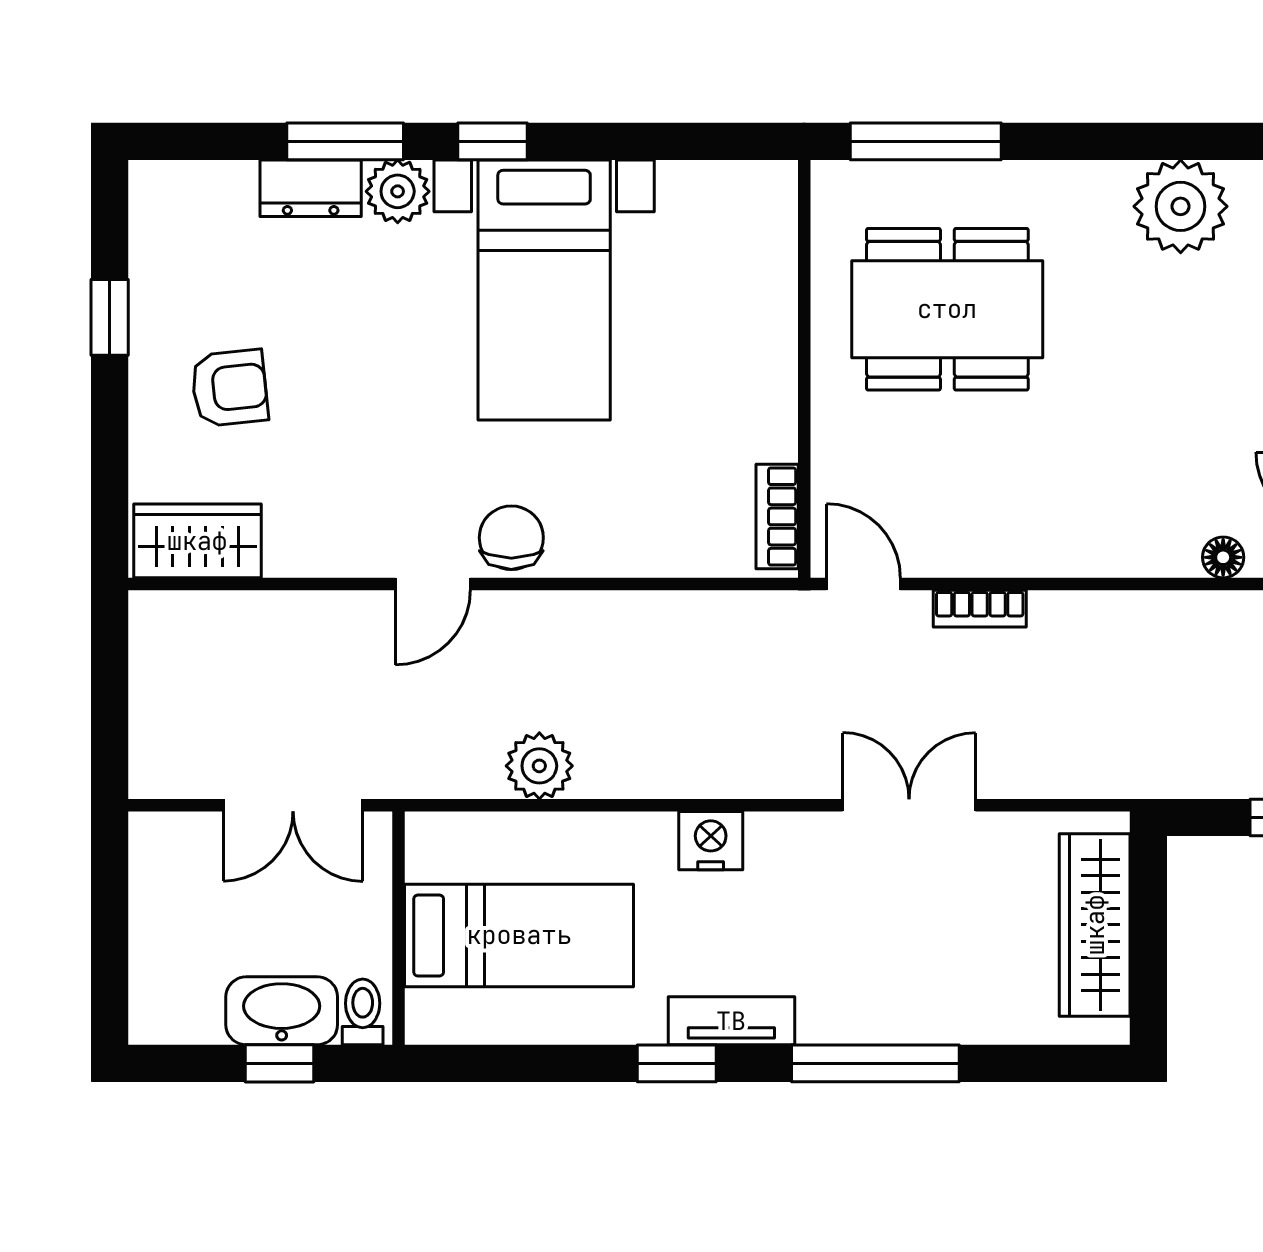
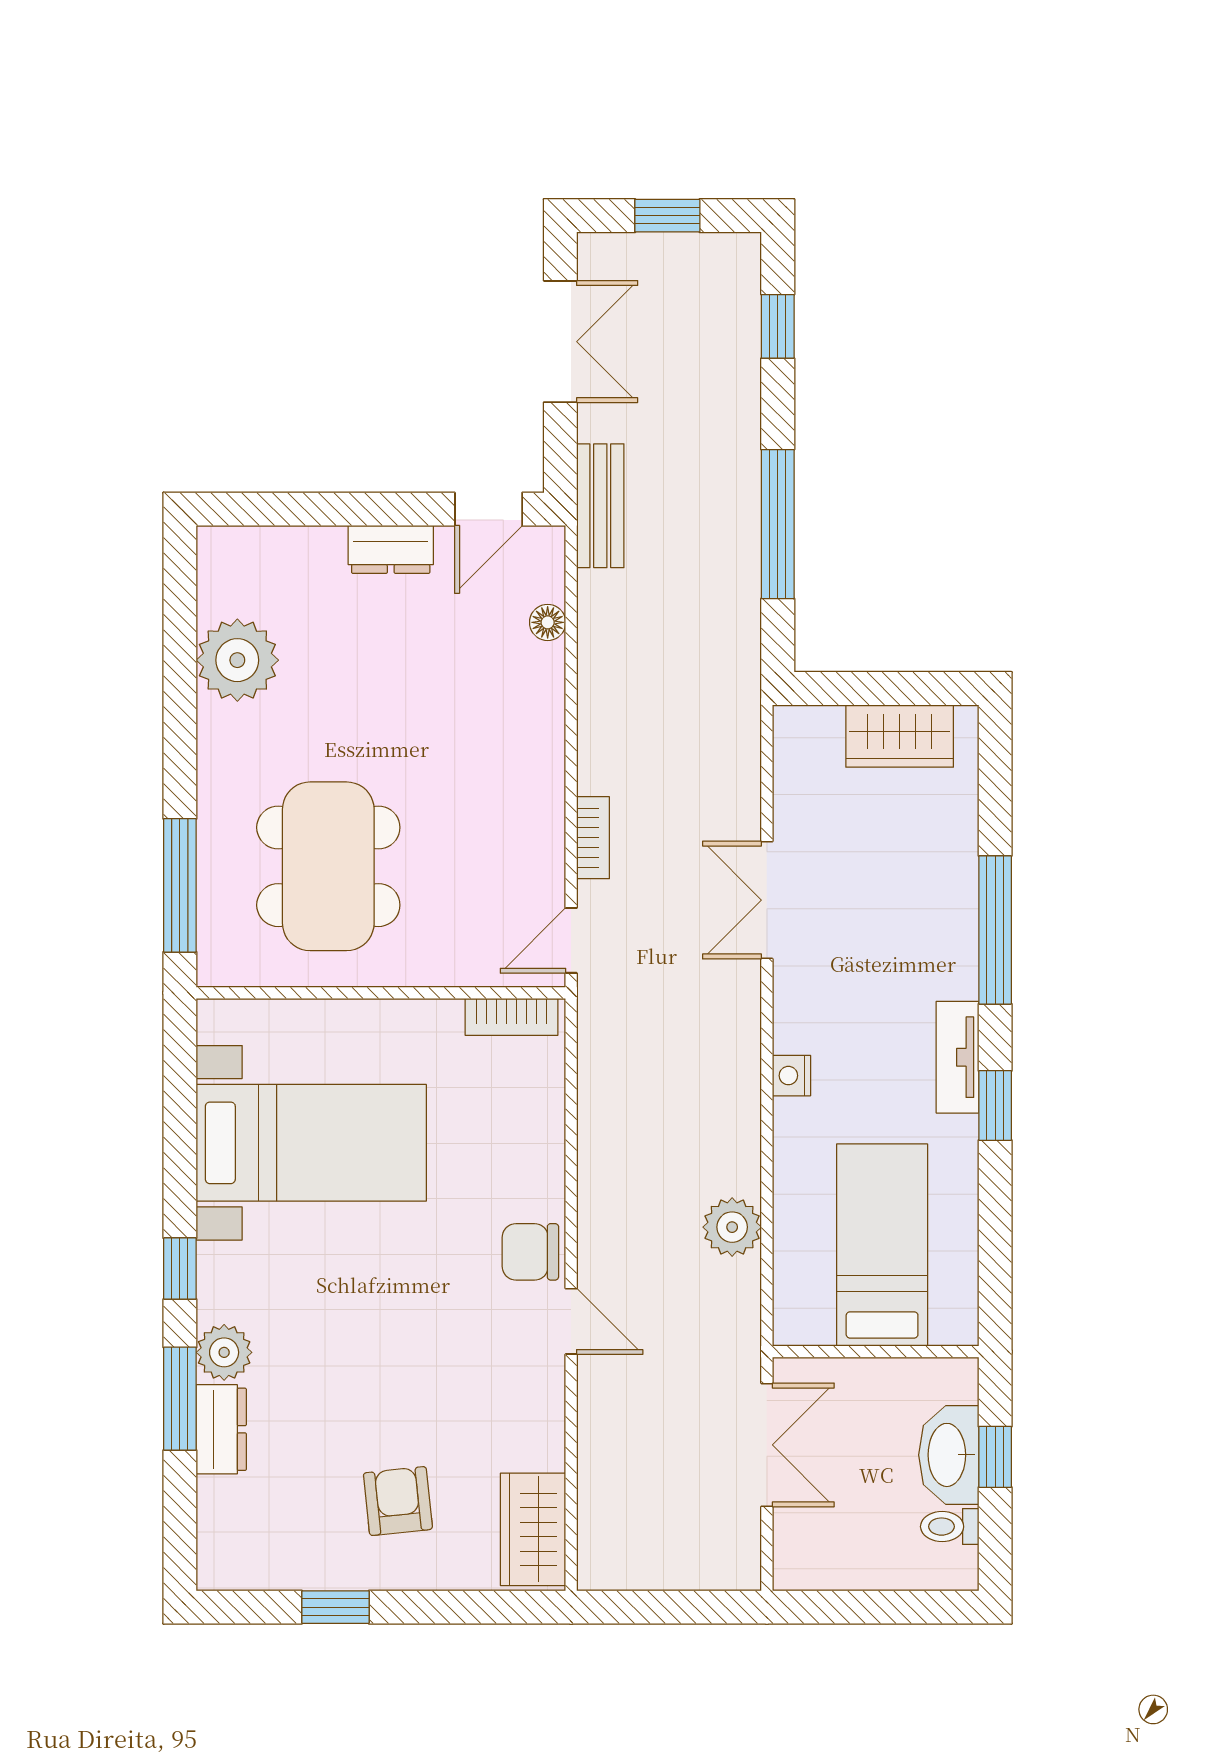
bed with nightstands: (544, 290) -> (311, 1143), moved
nightstand: (711, 841) -> (791, 1076), width x0.72, depth x0.74
wardrobe: (1095, 925) -> (900, 736), width x0.67
toilet: (363, 1012) -> (950, 1527), moved

